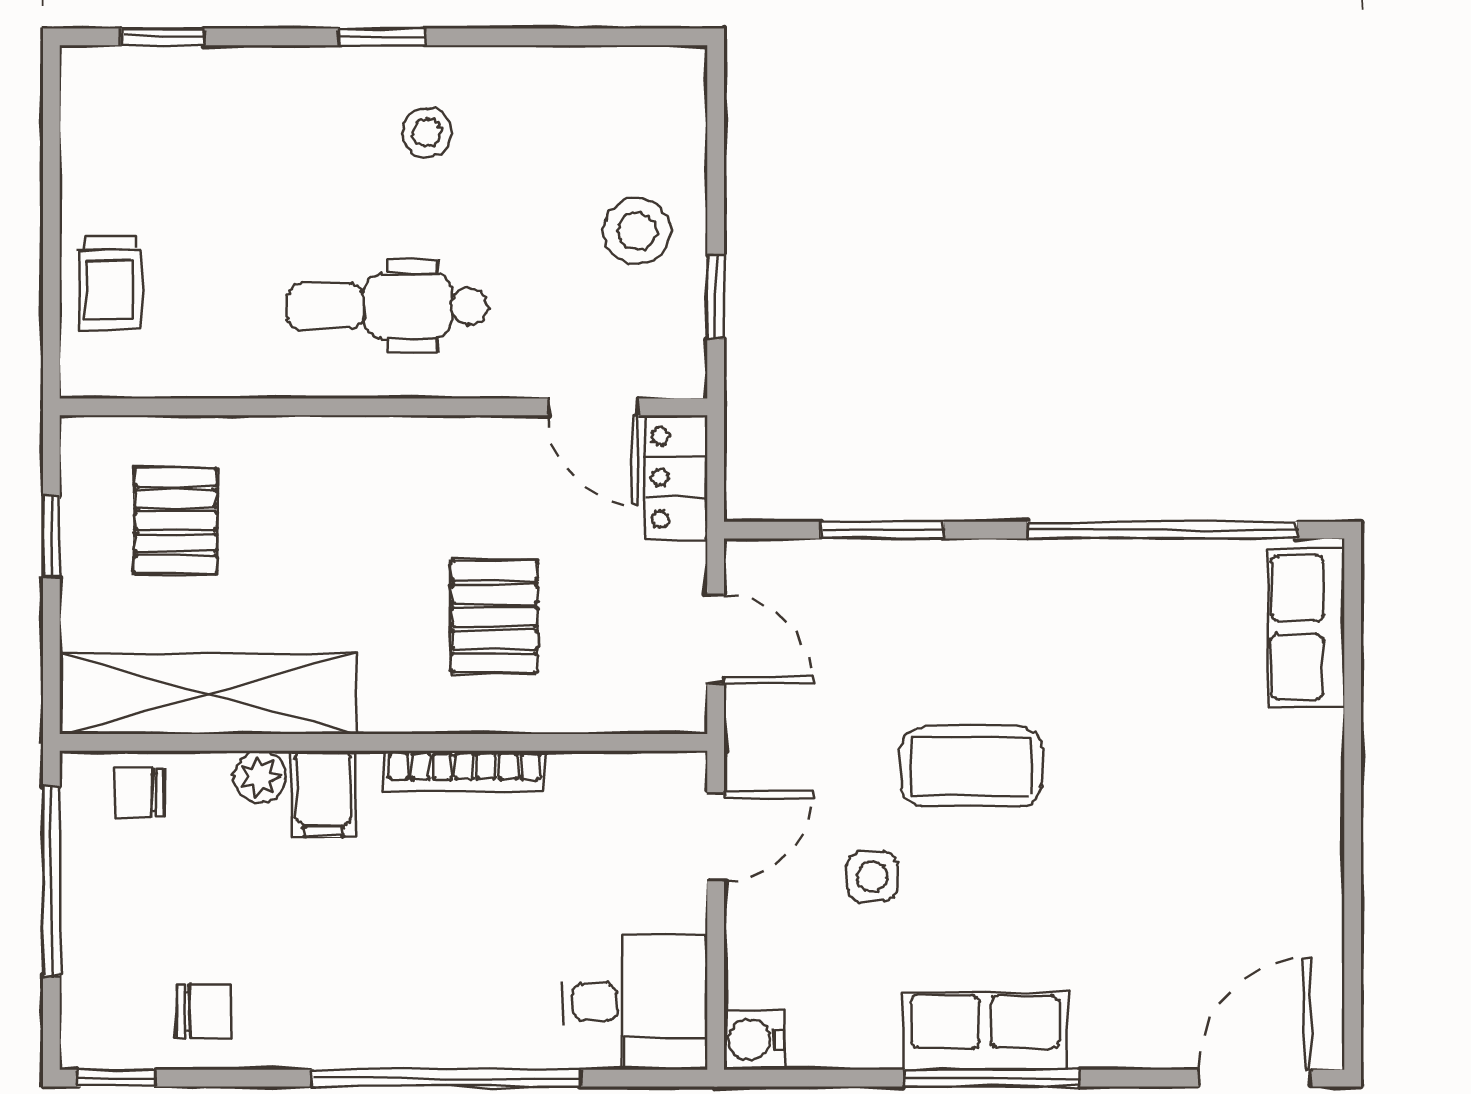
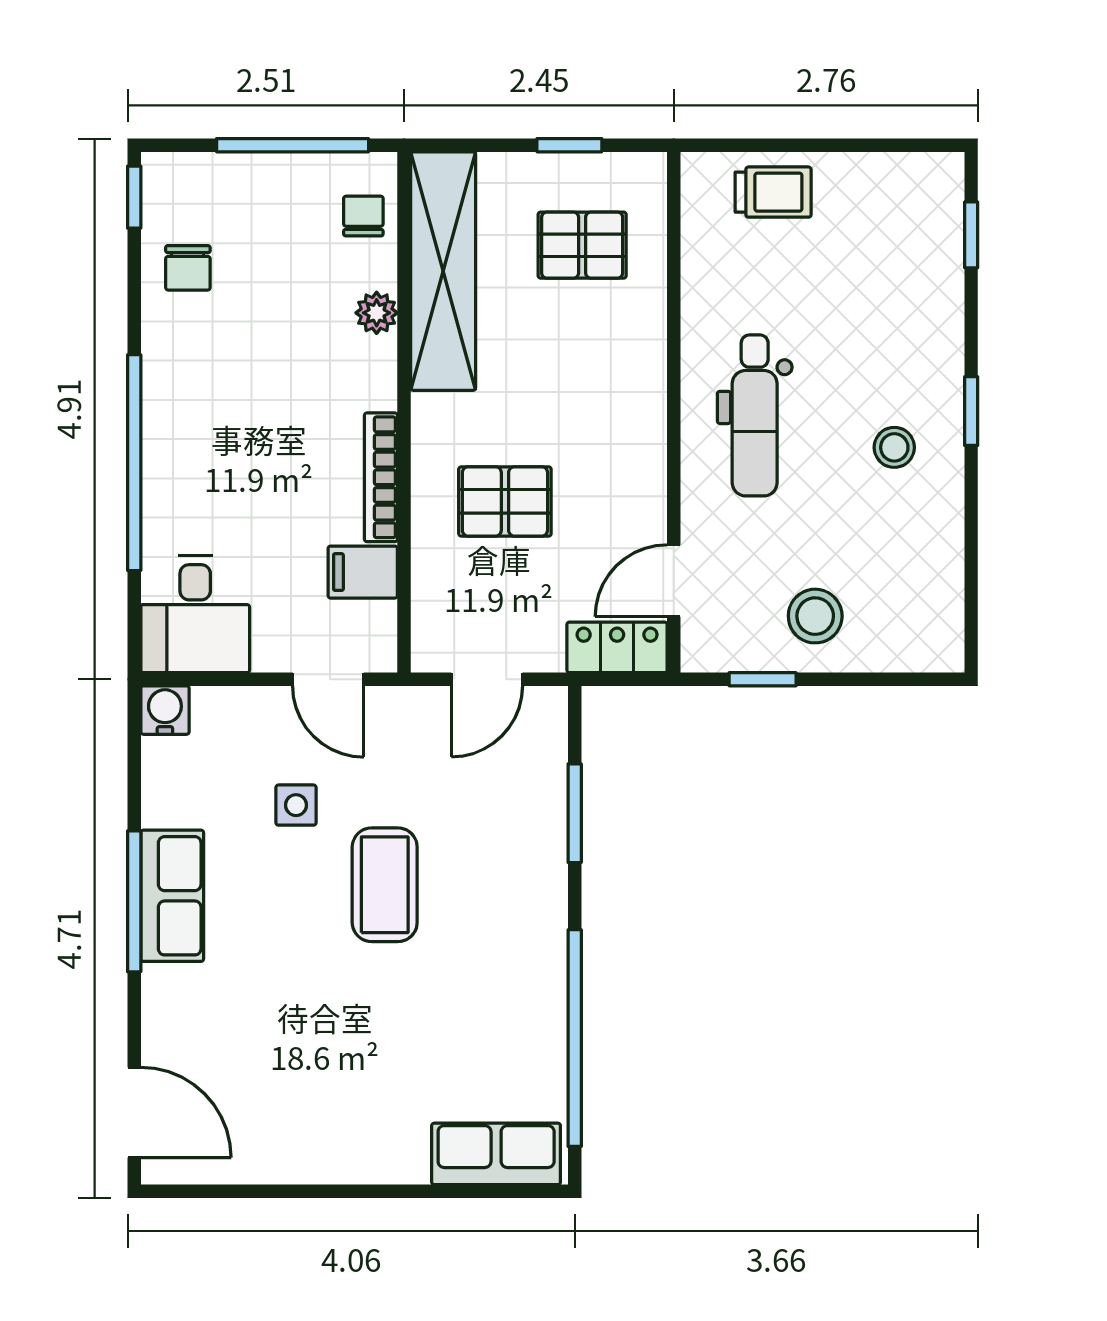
trolley: (110, 283) -> (773, 192), turned 180
dental chair: (388, 306) -> (755, 415), turned 180
filing cabinet: (324, 794) -> (363, 572), moved

